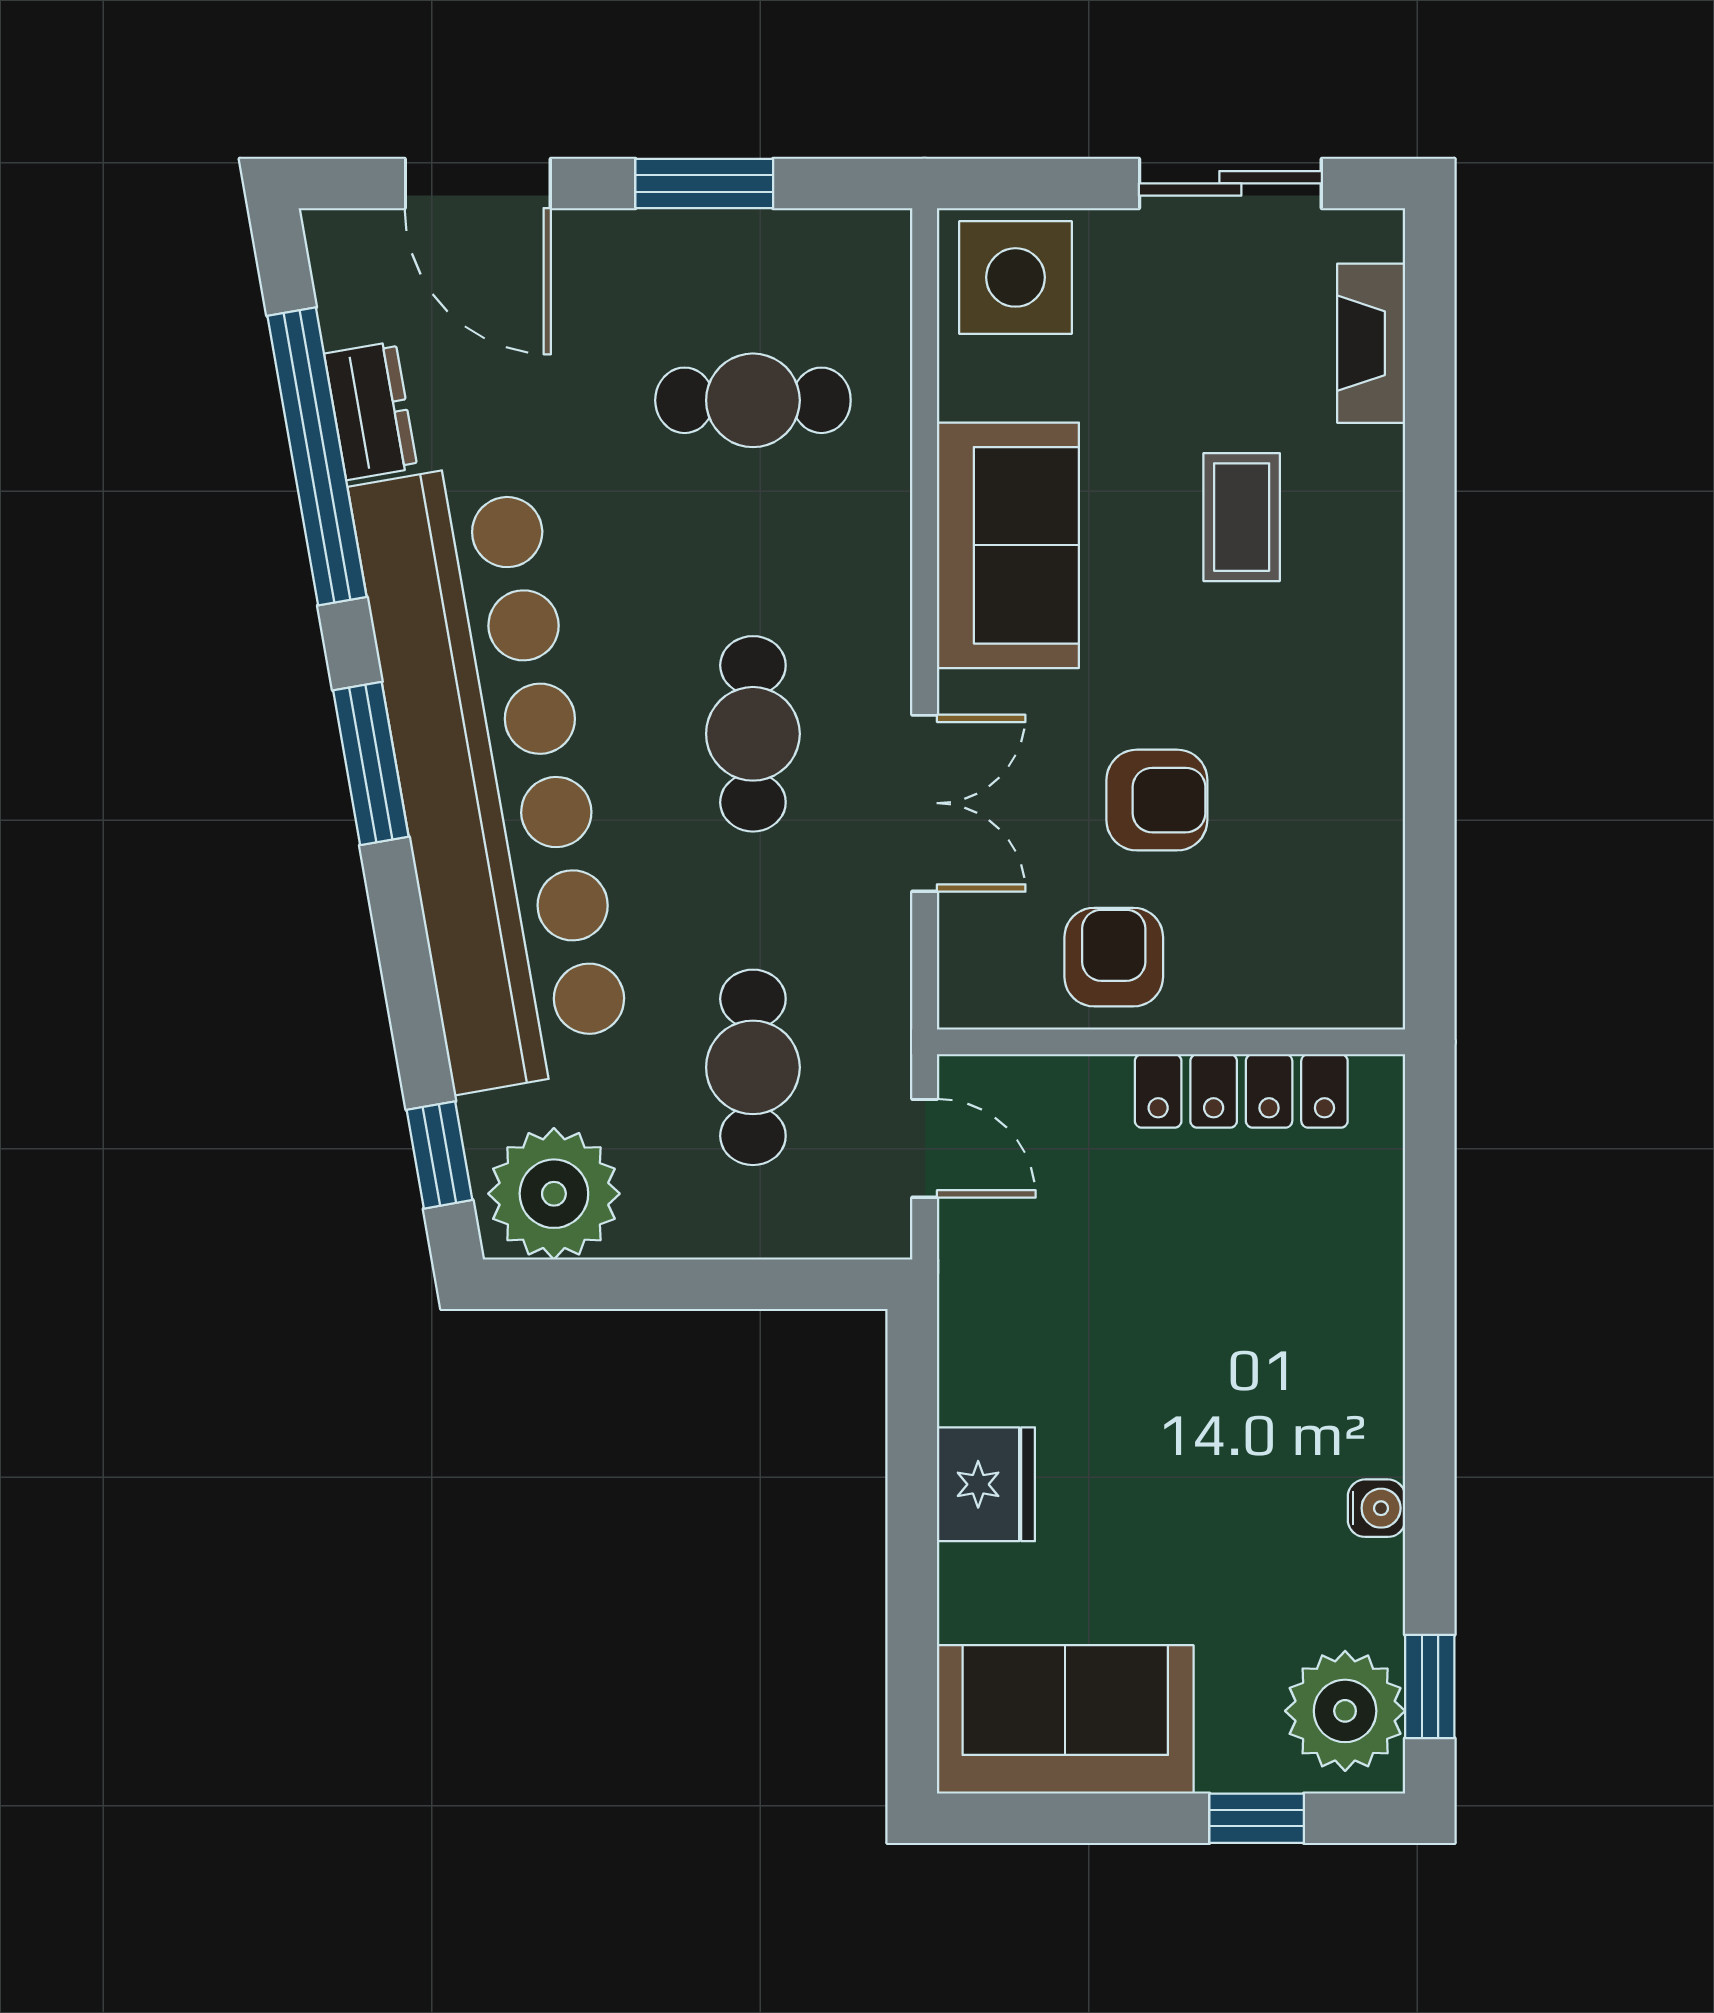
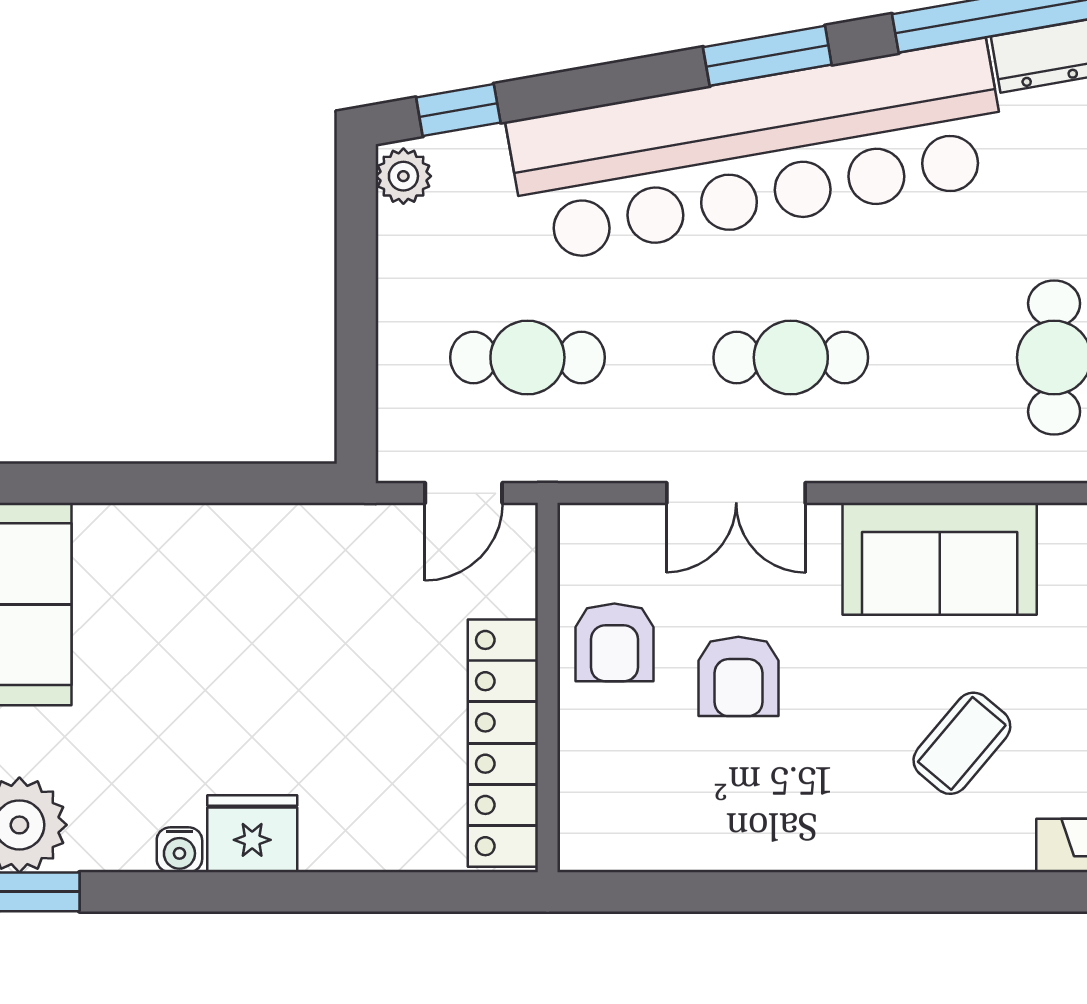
coffee table: (1242, 517) -> (962, 743), turned -50
armchair: (1114, 957) -> (614, 642), turned 90
locker: (1241, 1091) -> (503, 743), width x1.41, depth x1.21
plant: (554, 1194) -> (403, 176), width x0.53, depth x0.53
fridge: (986, 1484) -> (252, 834), moved, turned 180

